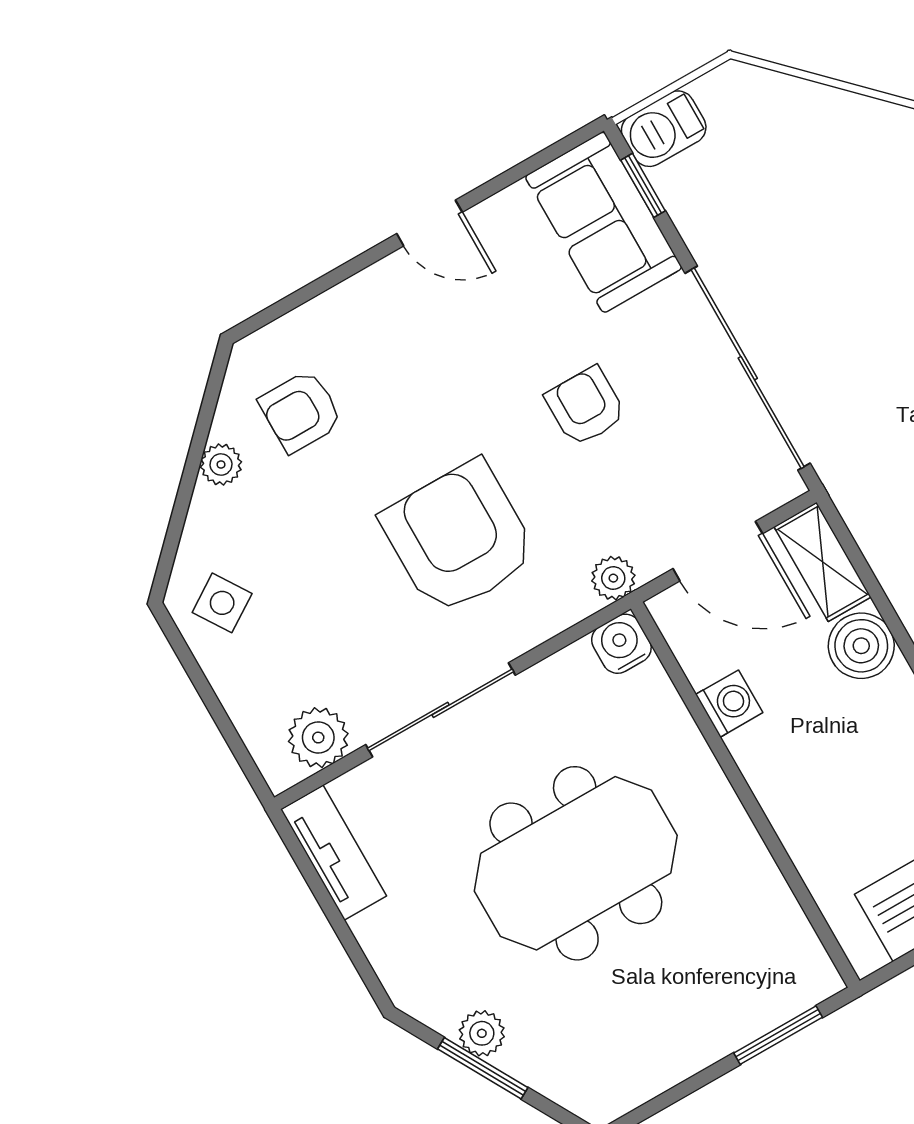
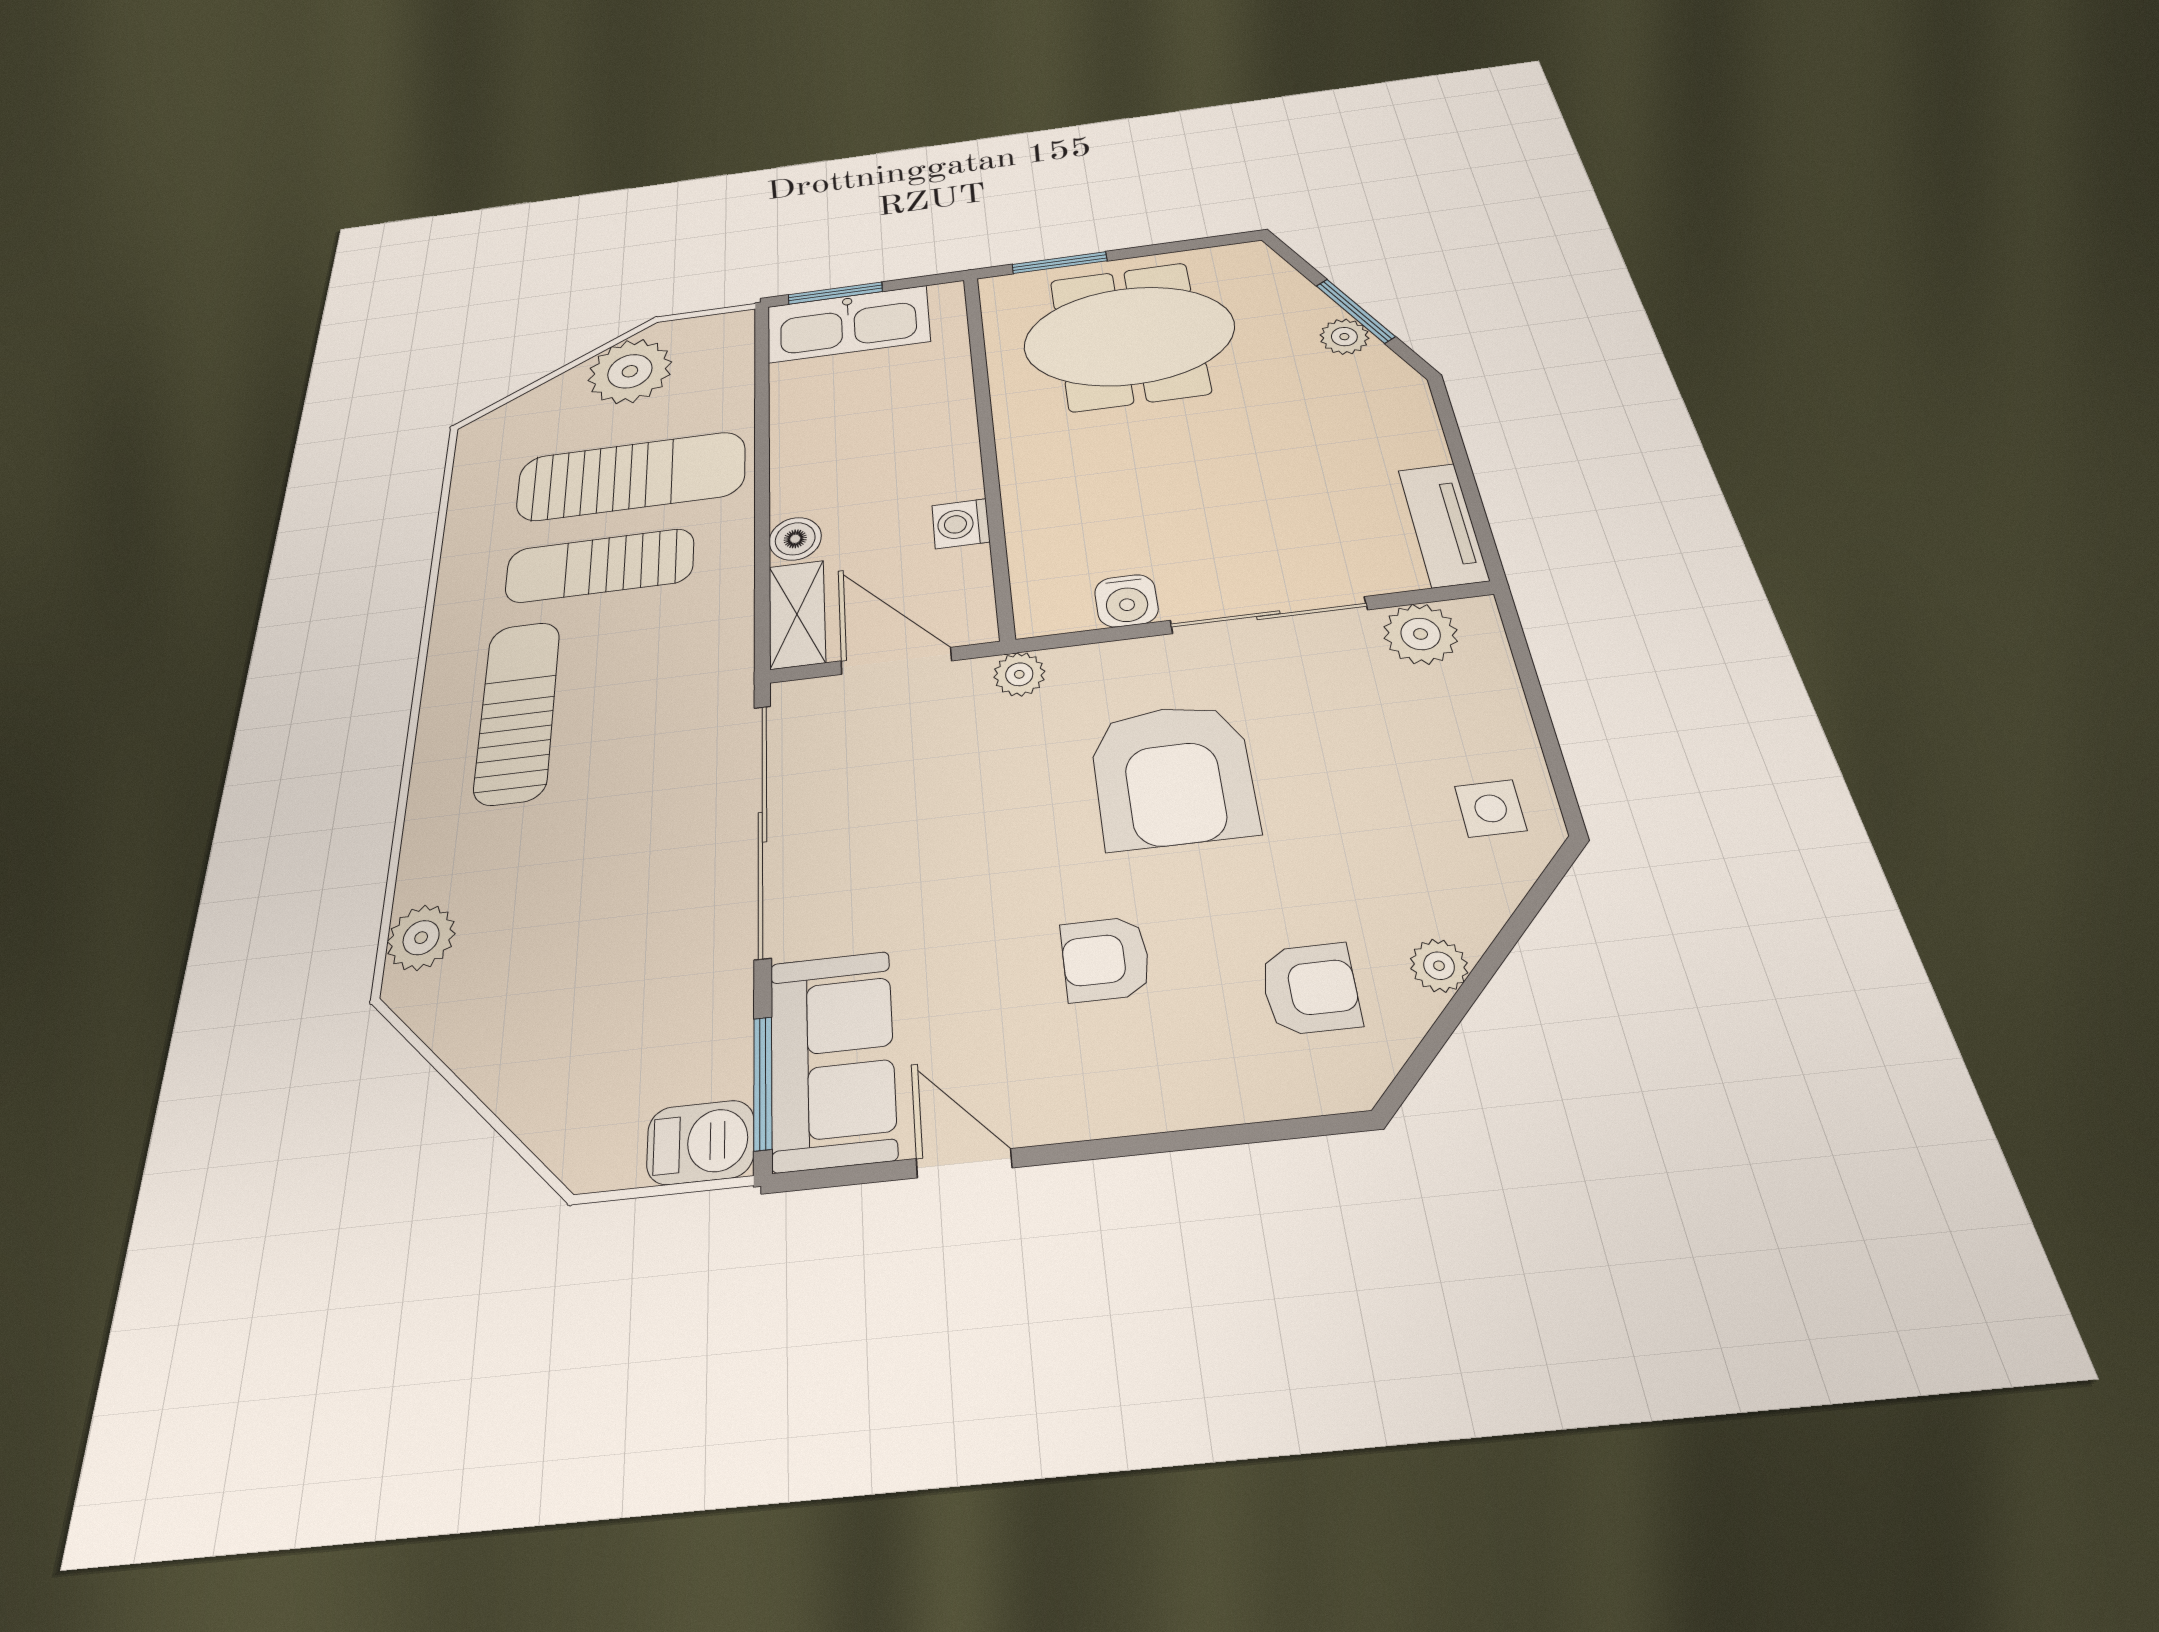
window: (643, 185) -> (763, 1083), width x1.50
door: (430, 223) -> (964, 1163), moved
armchair: (585, 406) -> (1105, 959), moved, turned 90
side table: (222, 603) -> (1491, 808), turned 33
water cooler: (621, 644) -> (1126, 601), moved
boiler: (861, 646) -> (795, 539), width x0.73, depth x0.73
meeting table: (576, 863) -> (1129, 336), moved

